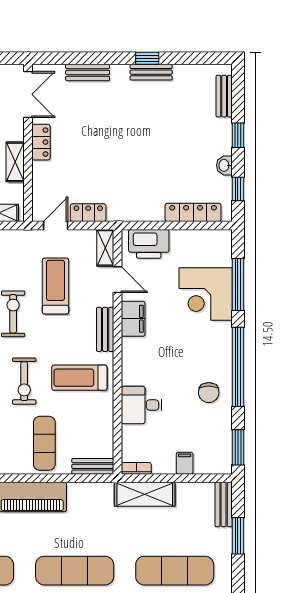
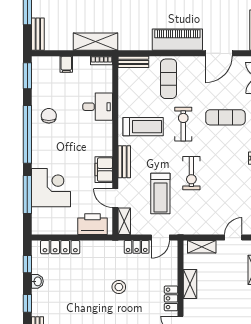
stool: (113, 158) -> (119, 287), added

